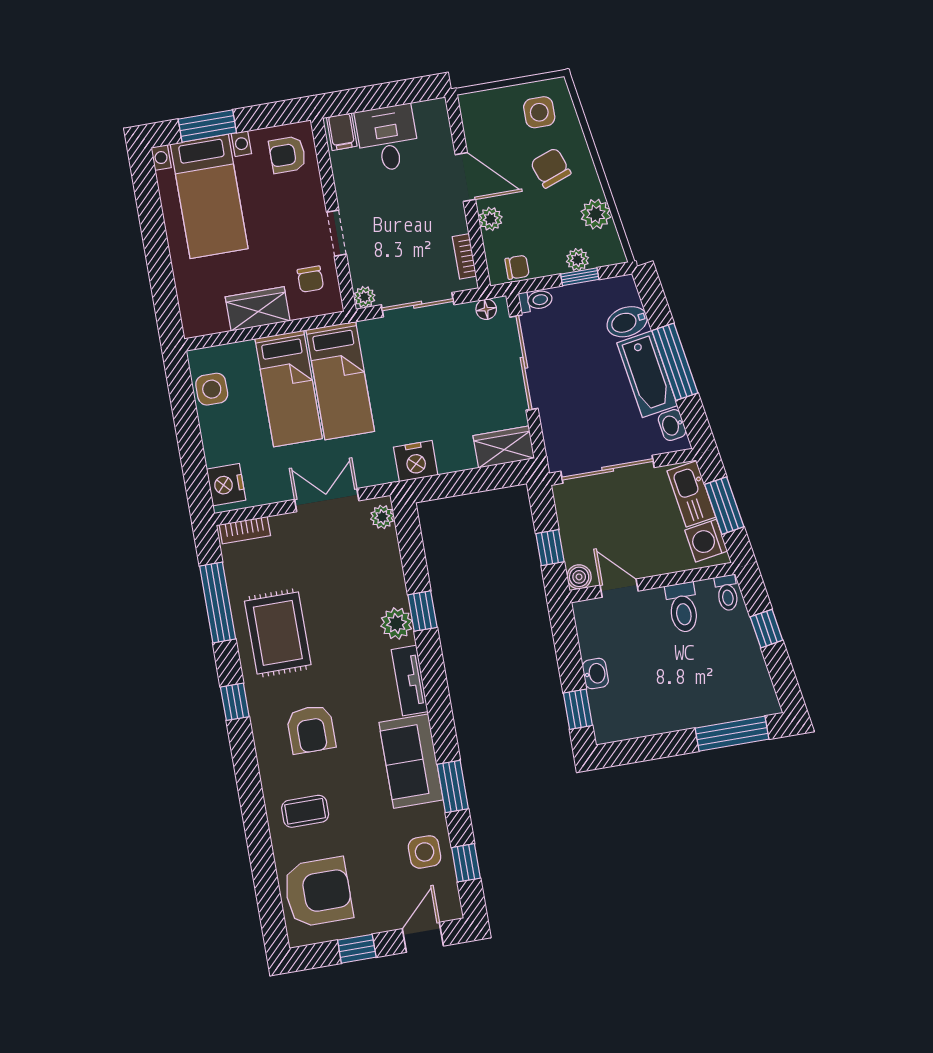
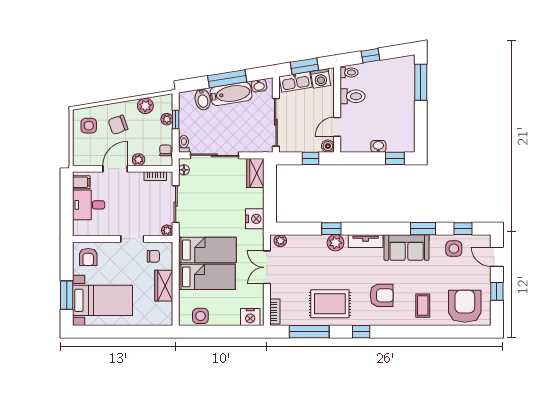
filing cabinet: (342, 132) -> (81, 182), moved

